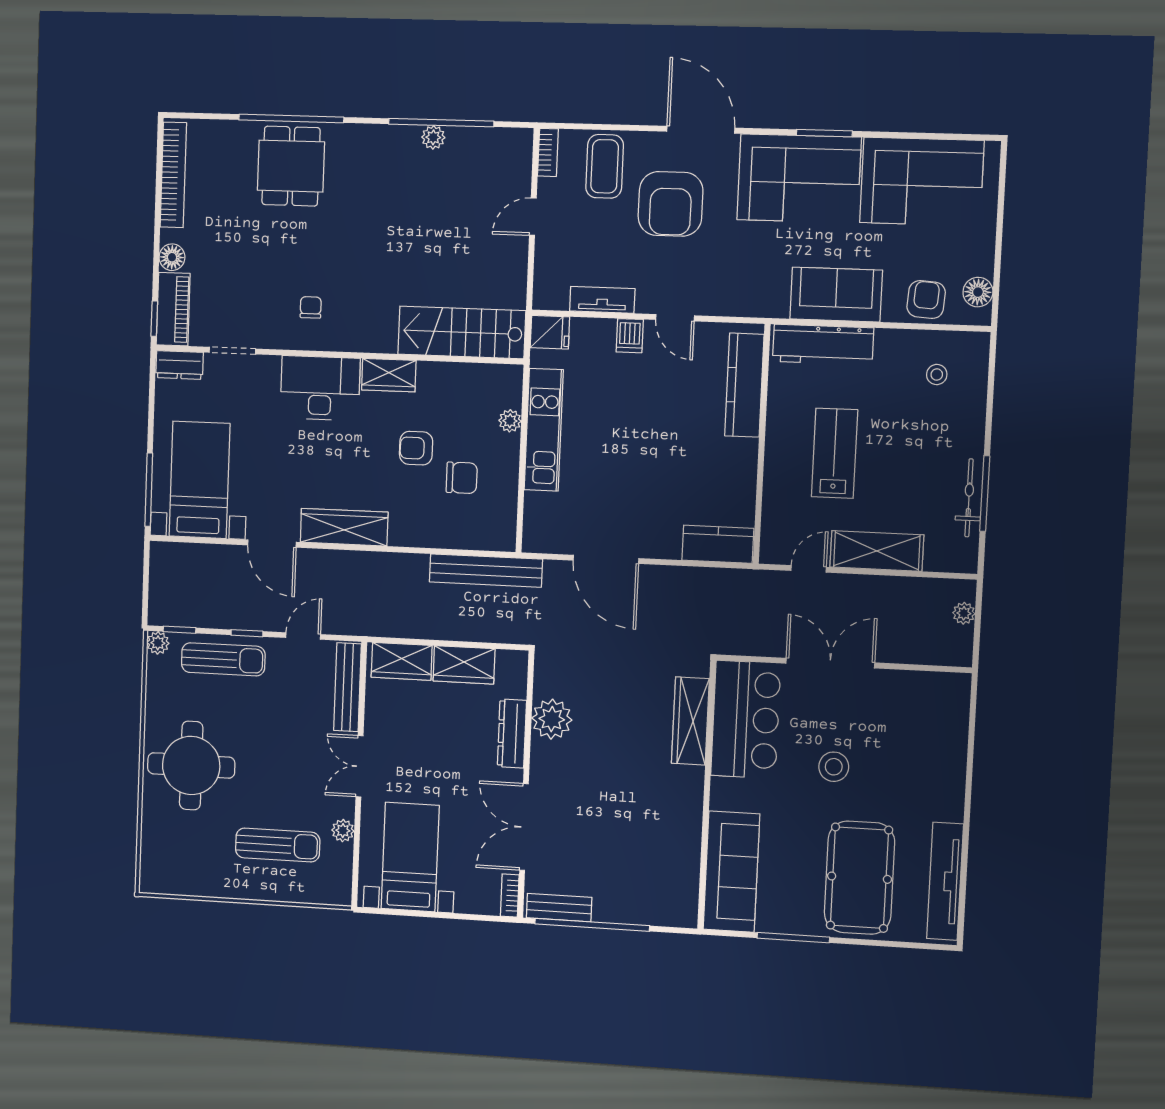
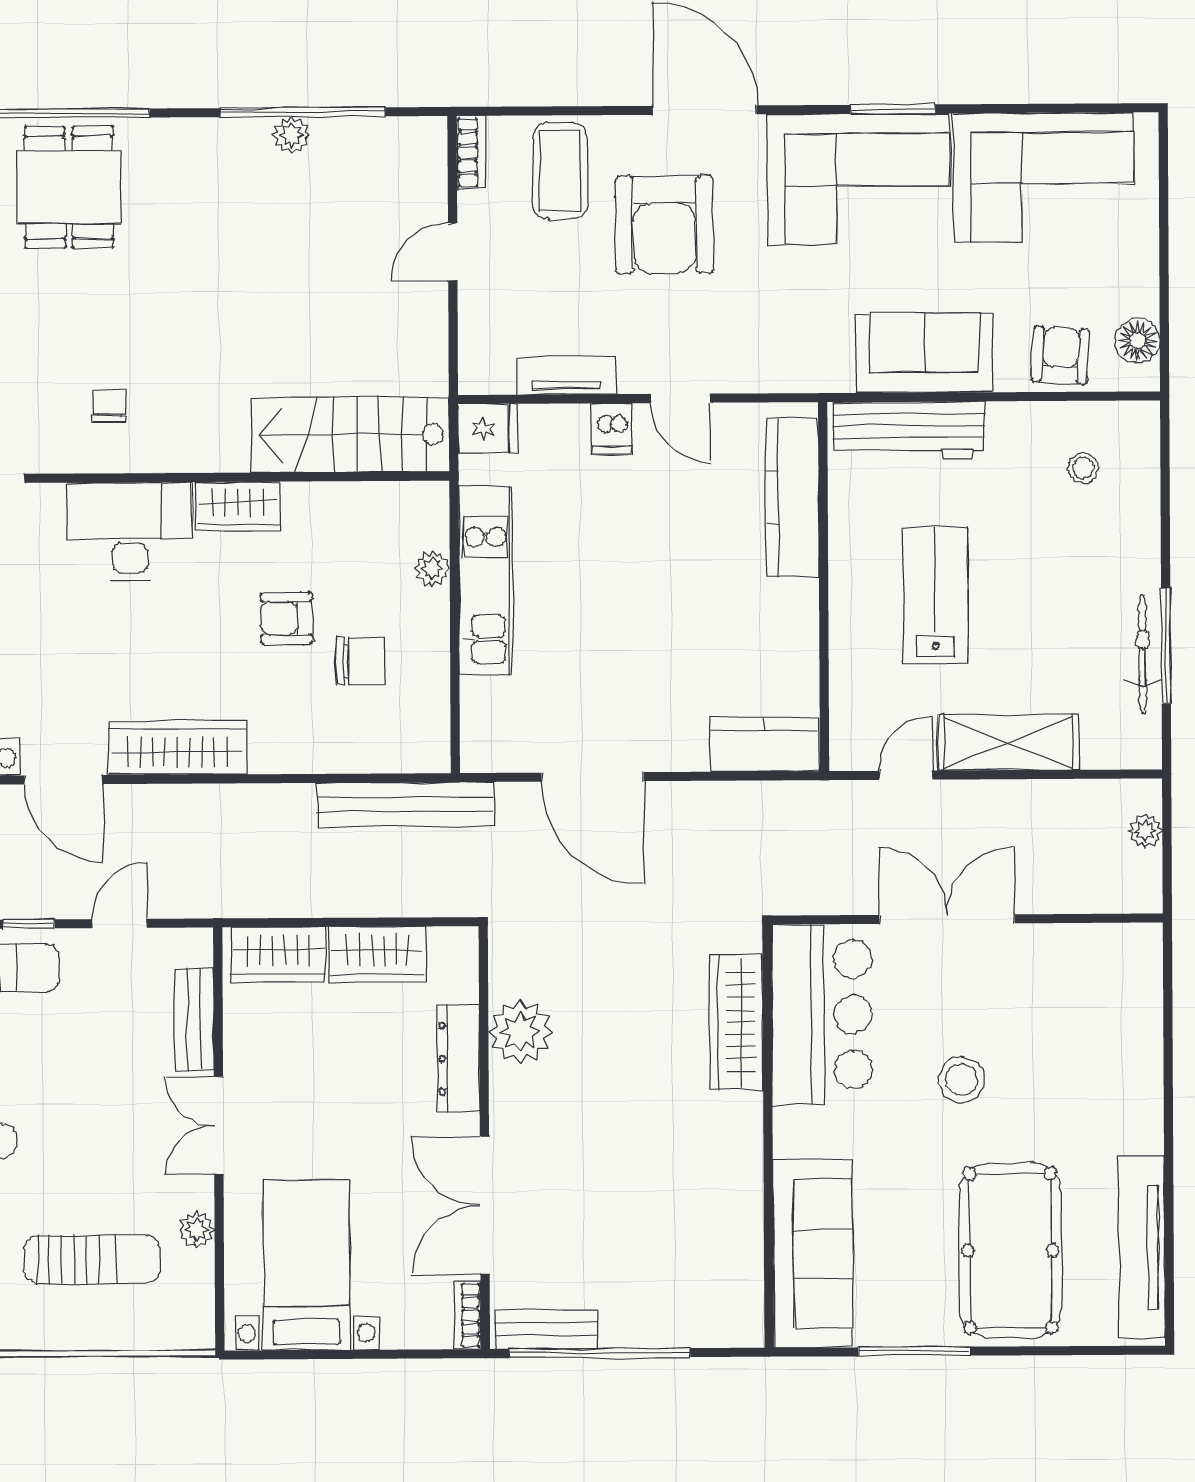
bench: (347, 687) -> (194, 1019), width x0.73

